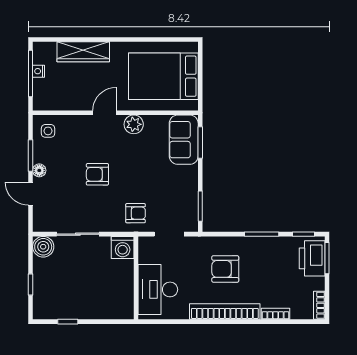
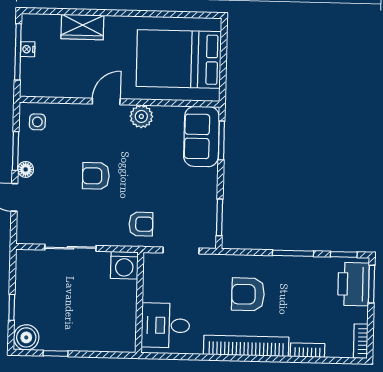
wardrobe: (83, 52) -> (82, 27), width x0.67
boiler: (43, 247) -> (26, 337), moved
desk: (158, 289) -> (165, 325), width x0.73

